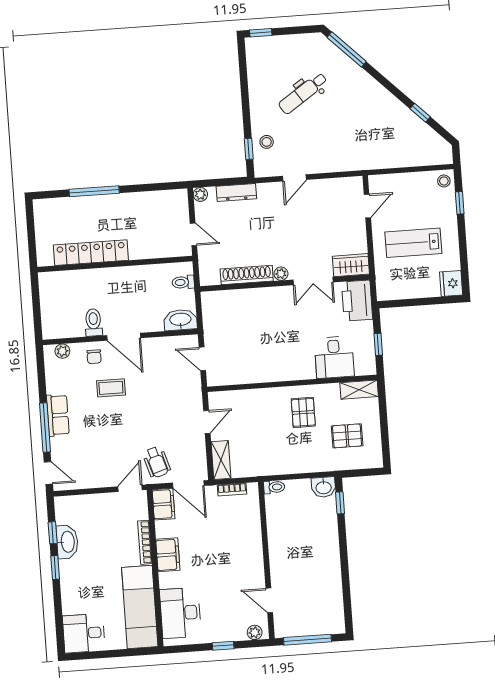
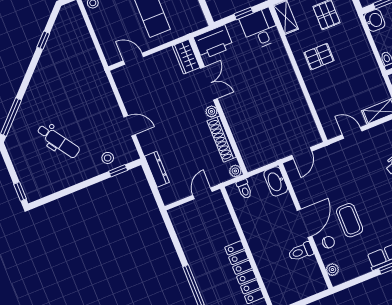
plant: (200, 194) -> (235, 171), moved
desk: (334, 357) -> (260, 29), moved, turned -90
coffee table: (111, 388) -> (350, 220), width x1.36, depth x1.30

